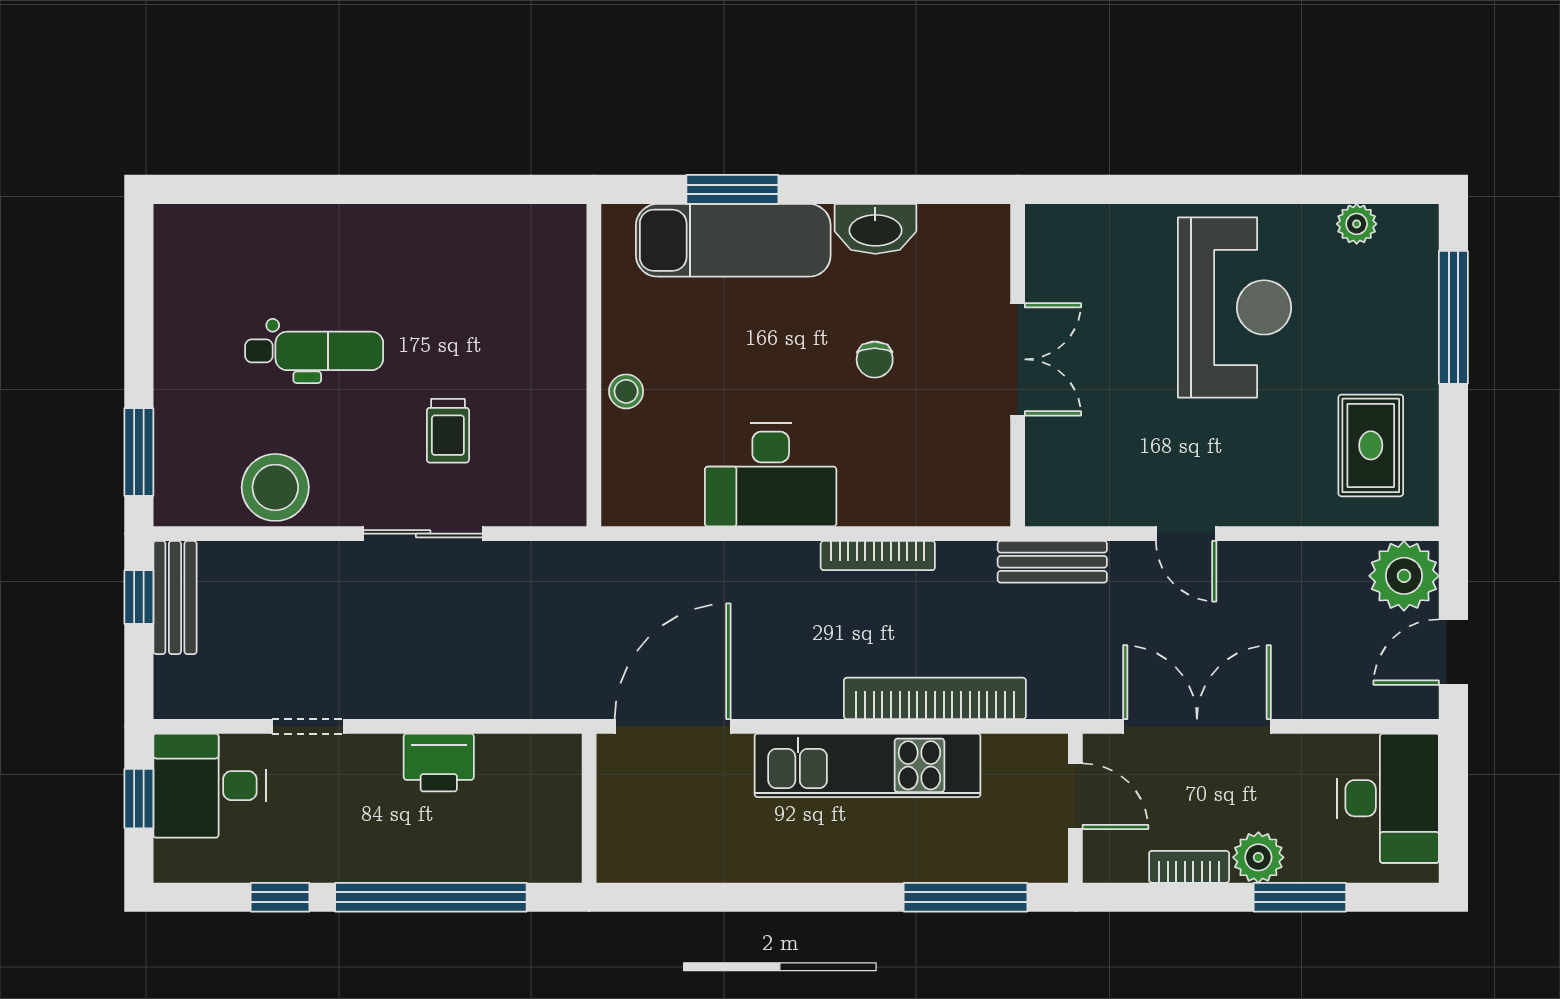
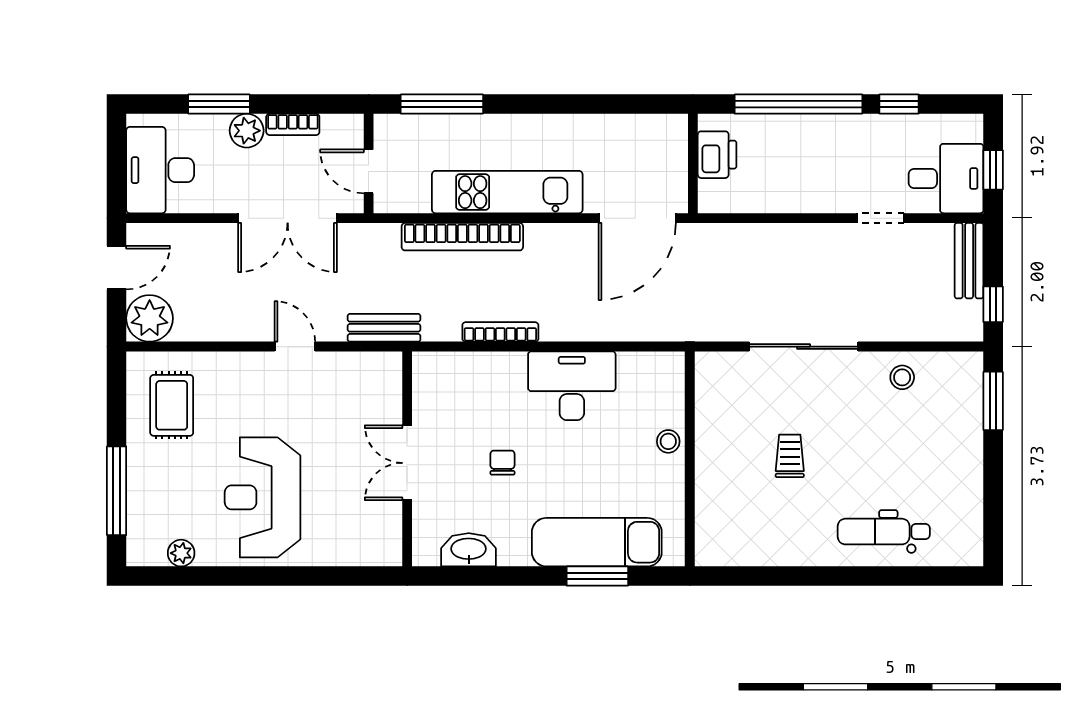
washbasin: (875, 229) -> (469, 550), moved
dental chair: (314, 351) -> (884, 532), moved
trolley: (448, 431) -> (790, 456), moved
stool: (275, 487) -> (902, 377), width x0.53, depth x0.53
sliding door: (423, 534) -> (804, 347), width x1.37
bench: (175, 598) -> (969, 261), moved
printer: (439, 762) -> (717, 155), moved, turned 90

